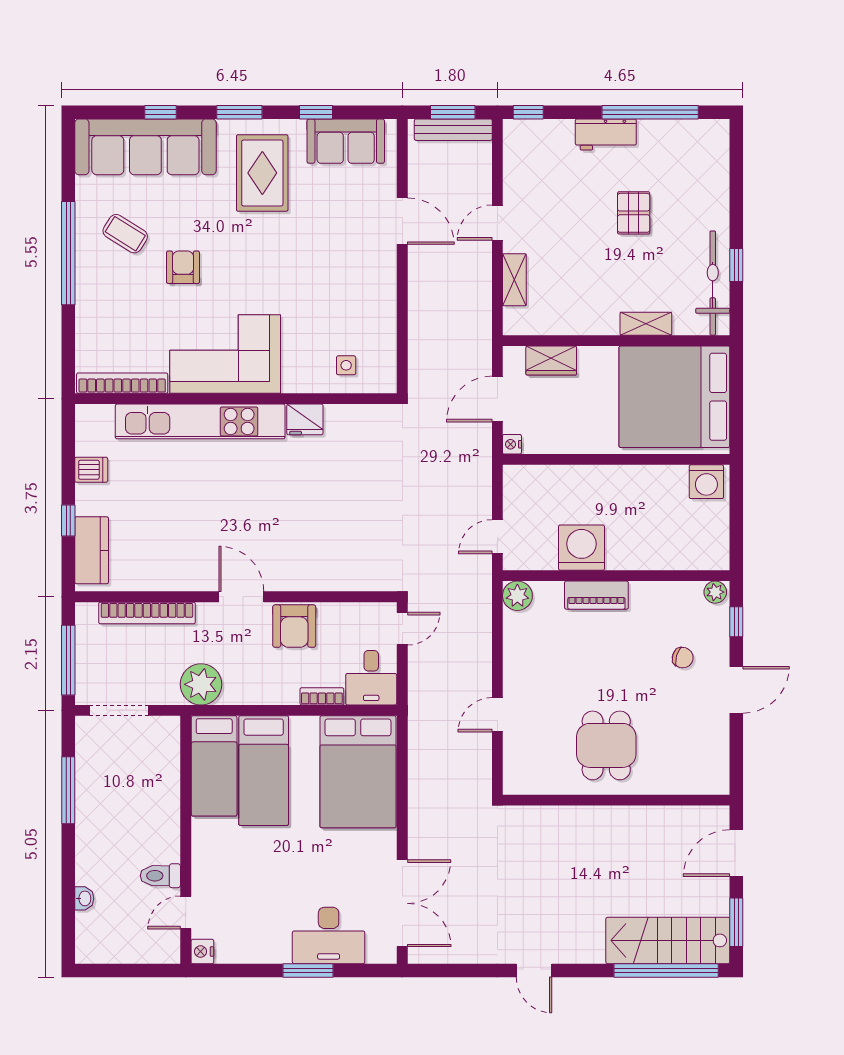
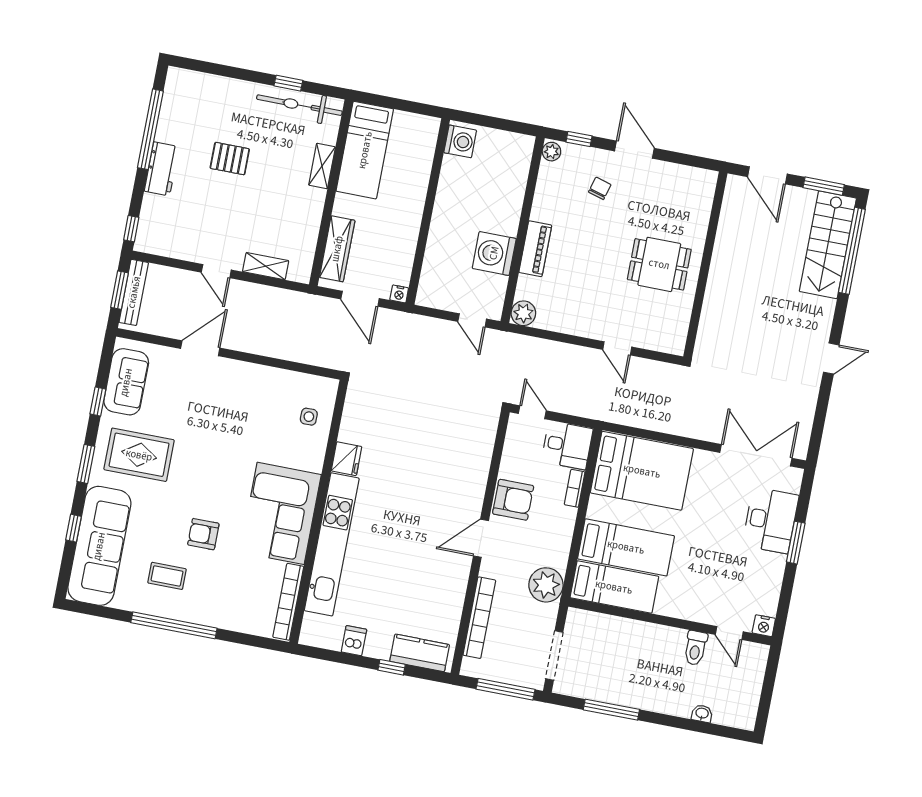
coffee table: (125, 234) -> (167, 576), turned 58
wardrobe: (551, 361) -> (337, 249), width x1.50
bed: (674, 397) -> (365, 150), width x0.49

